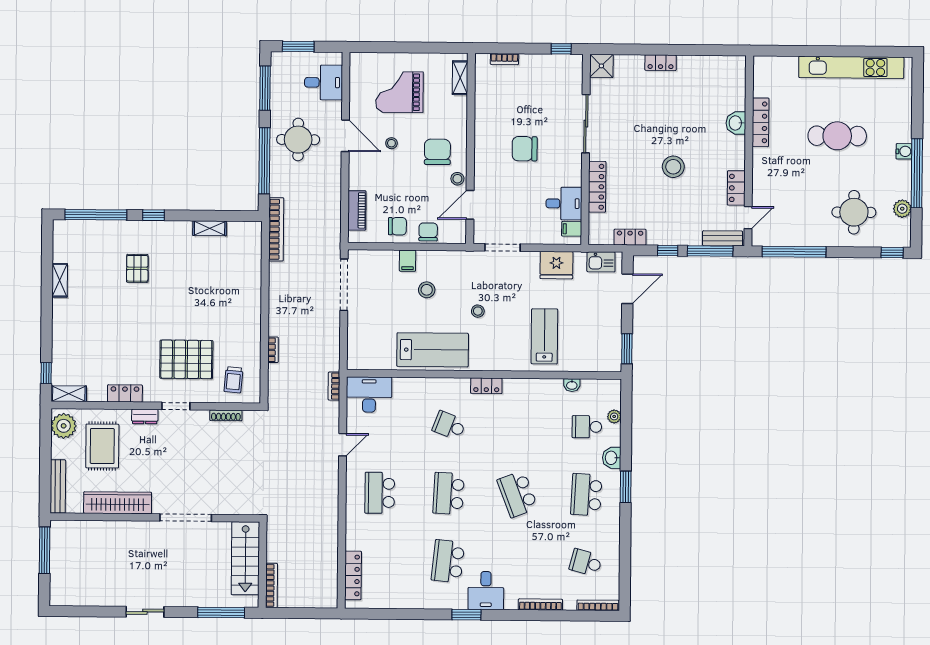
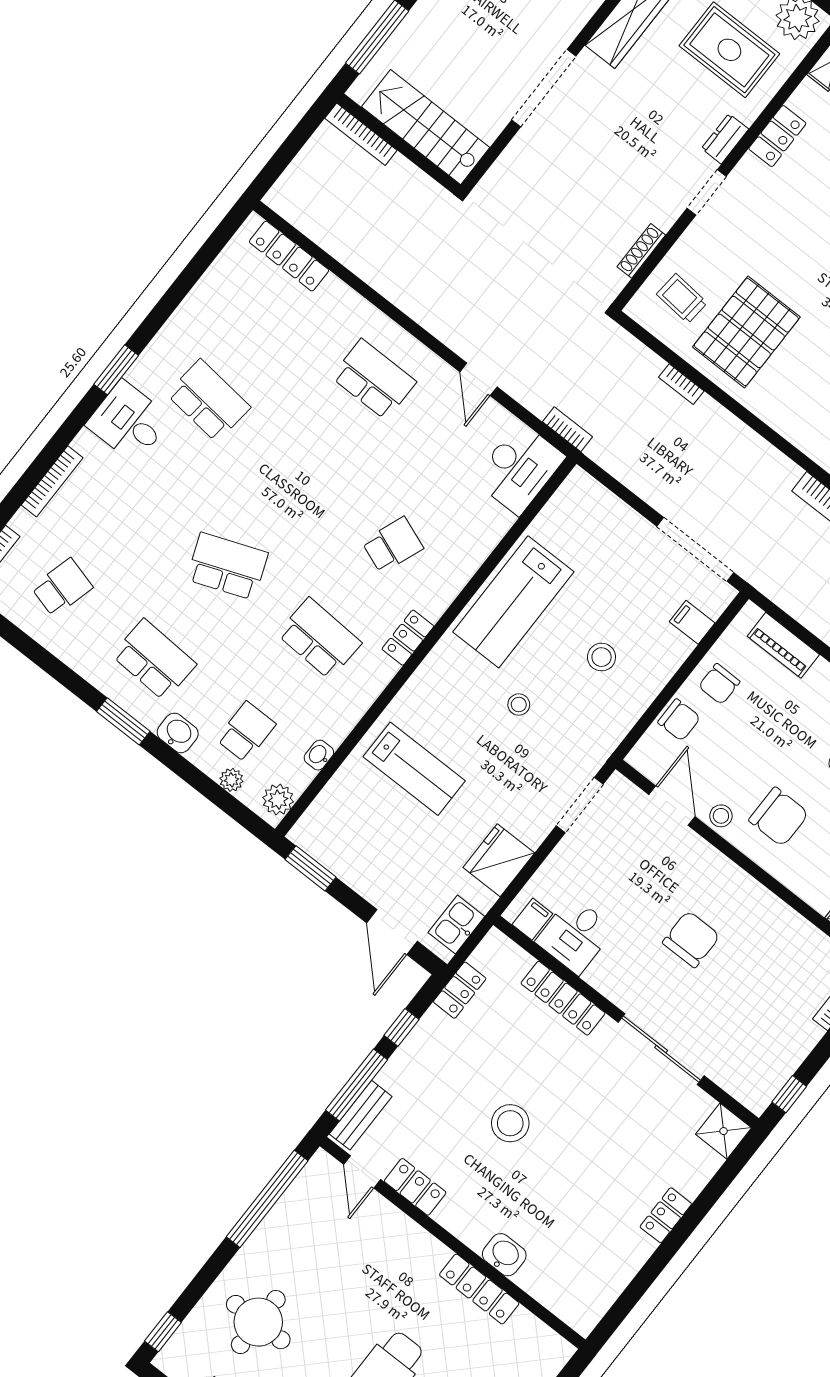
filing cabinet: (408, 261) -> (692, 622), moved
pallet: (186, 359) -> (746, 332), moved
plant: (607, 388) -> (278, 800), added
school desk: (449, 493) -> (319, 638), moved

